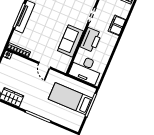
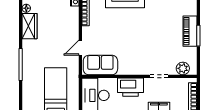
sofa: (71, 41) -> (100, 65), moved

